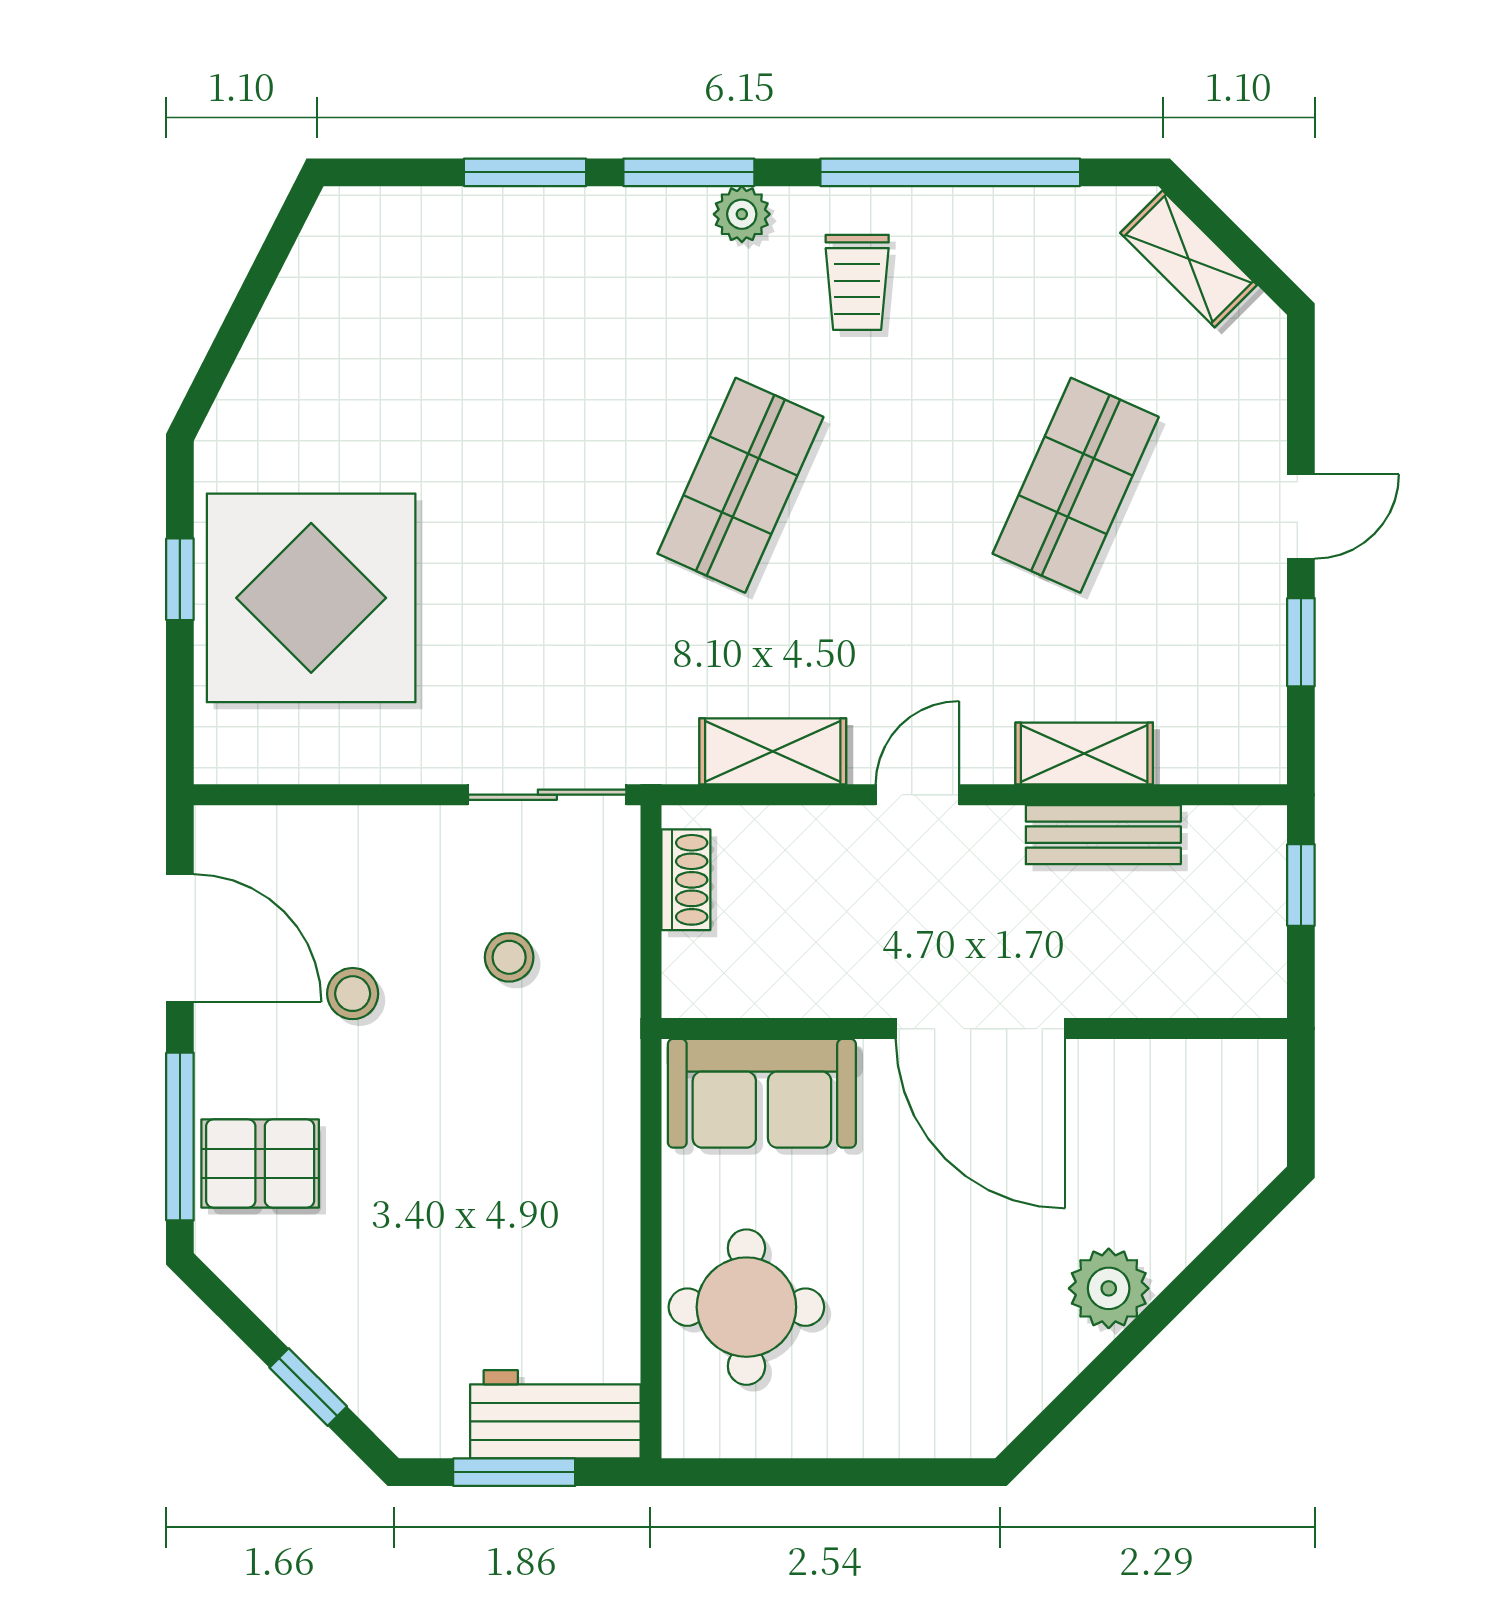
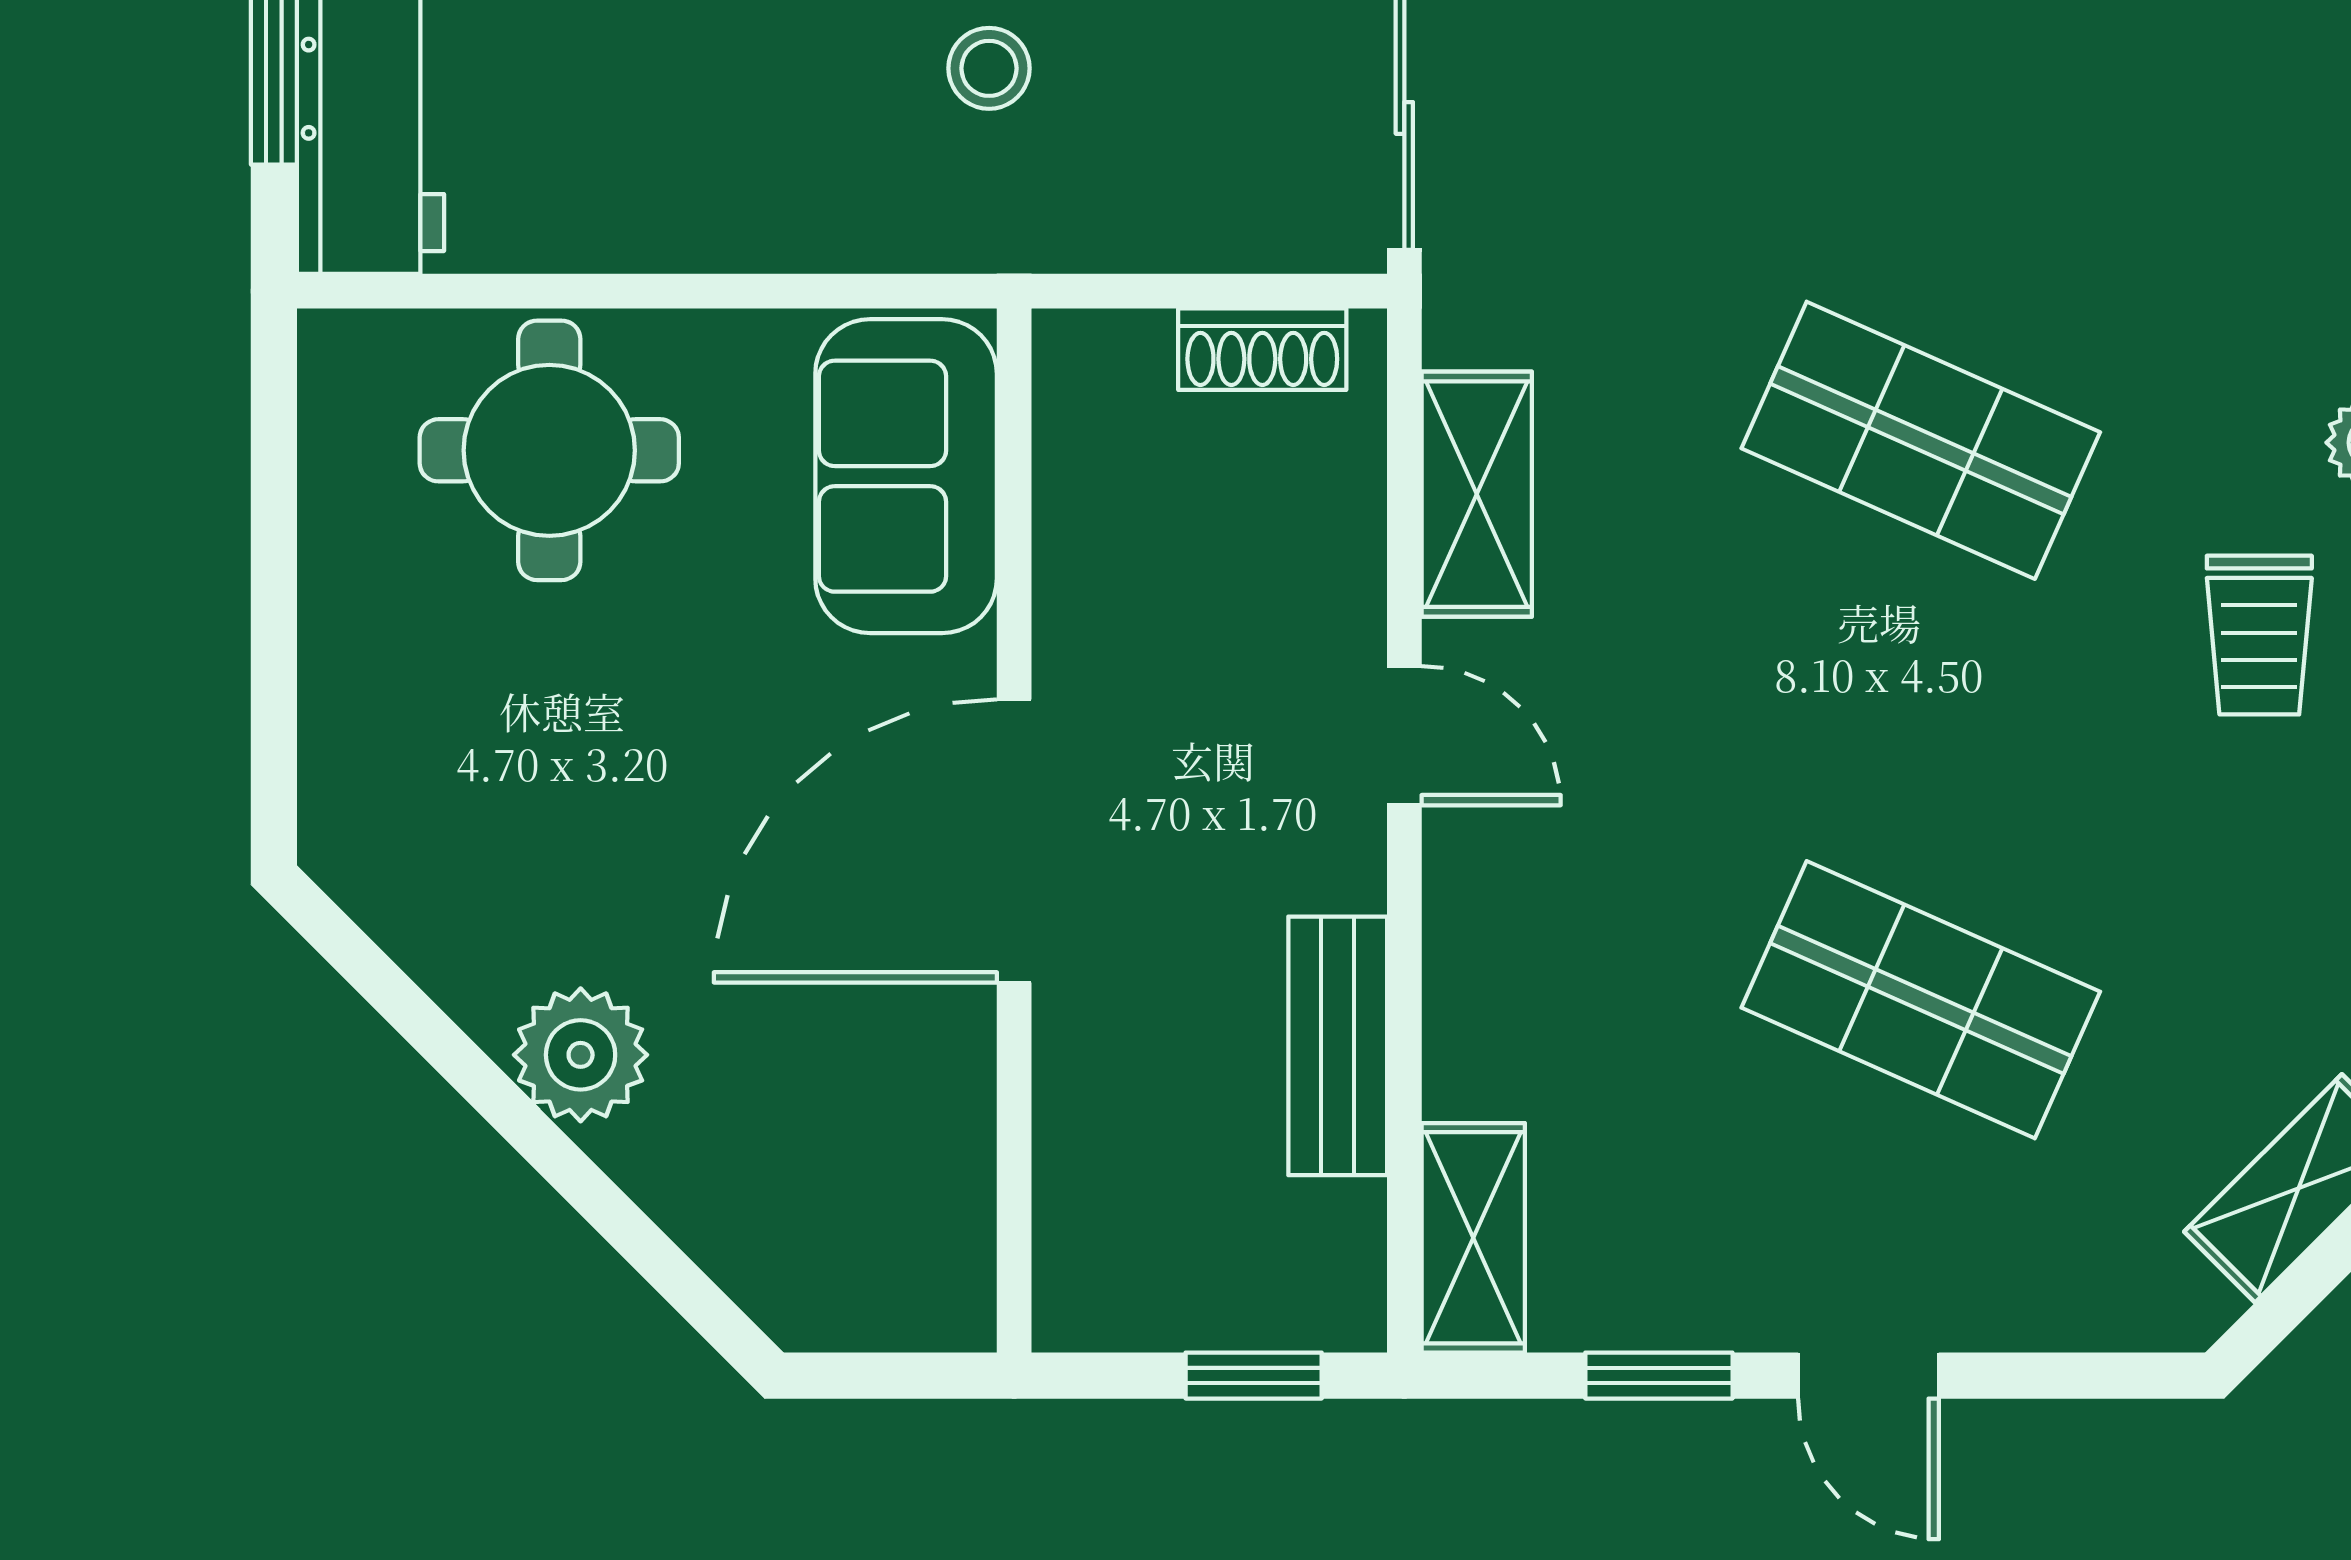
trolley: (857, 282) -> (2259, 635), turned -90
shelving: (1084, 753) -> (1473, 1238), moved
stool: (509, 957) -> (989, 68), moved

